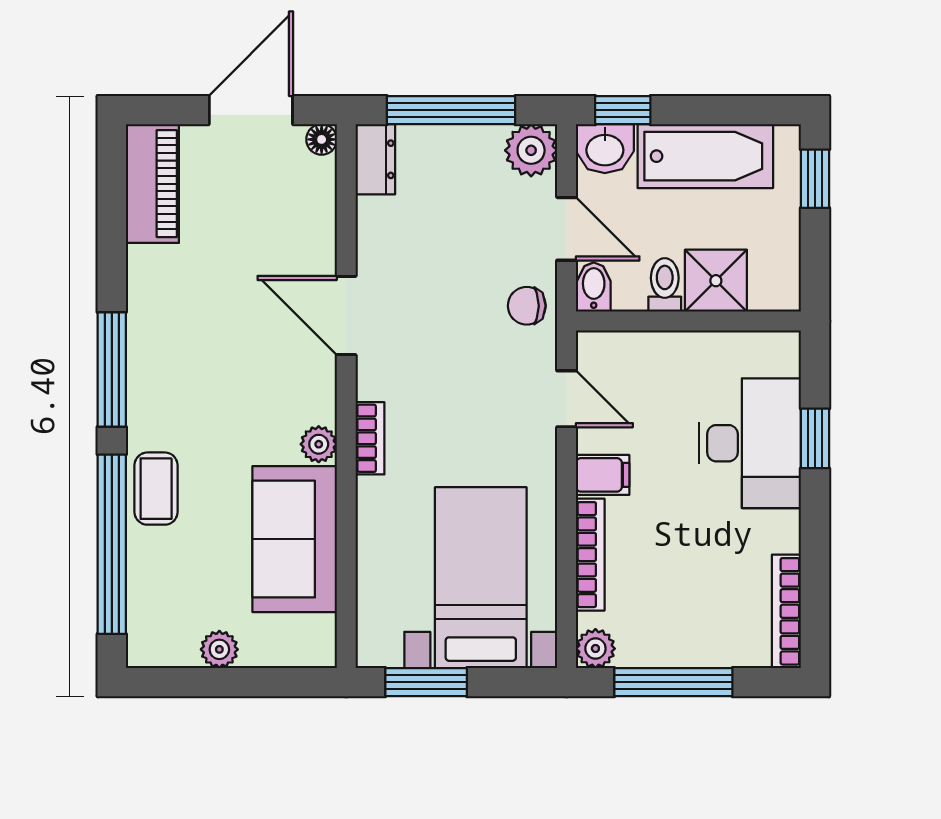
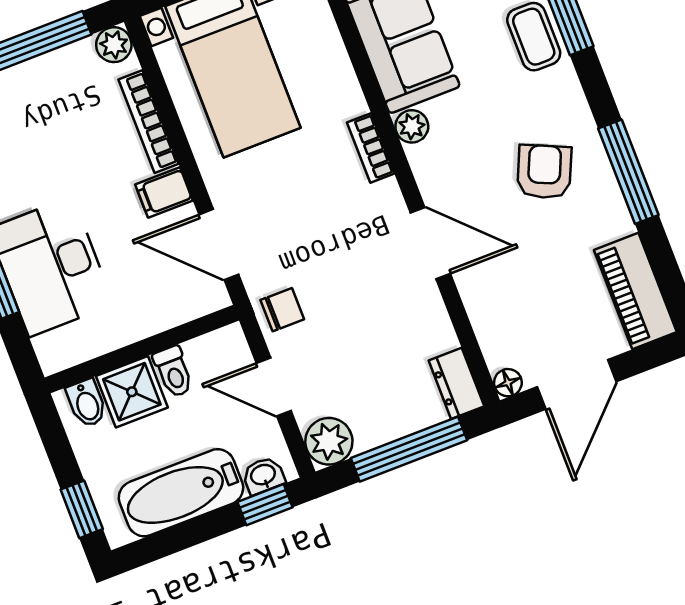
washbasin: (605, 149) -> (263, 475), width x0.72, depth x0.69
bidet: (594, 287) -> (87, 403), moved
armchair: (199, 344) -> (544, 172), added
window: (112, 369) -> (628, 172), moved
door: (567, 399) -> (219, 245), width x1.38

